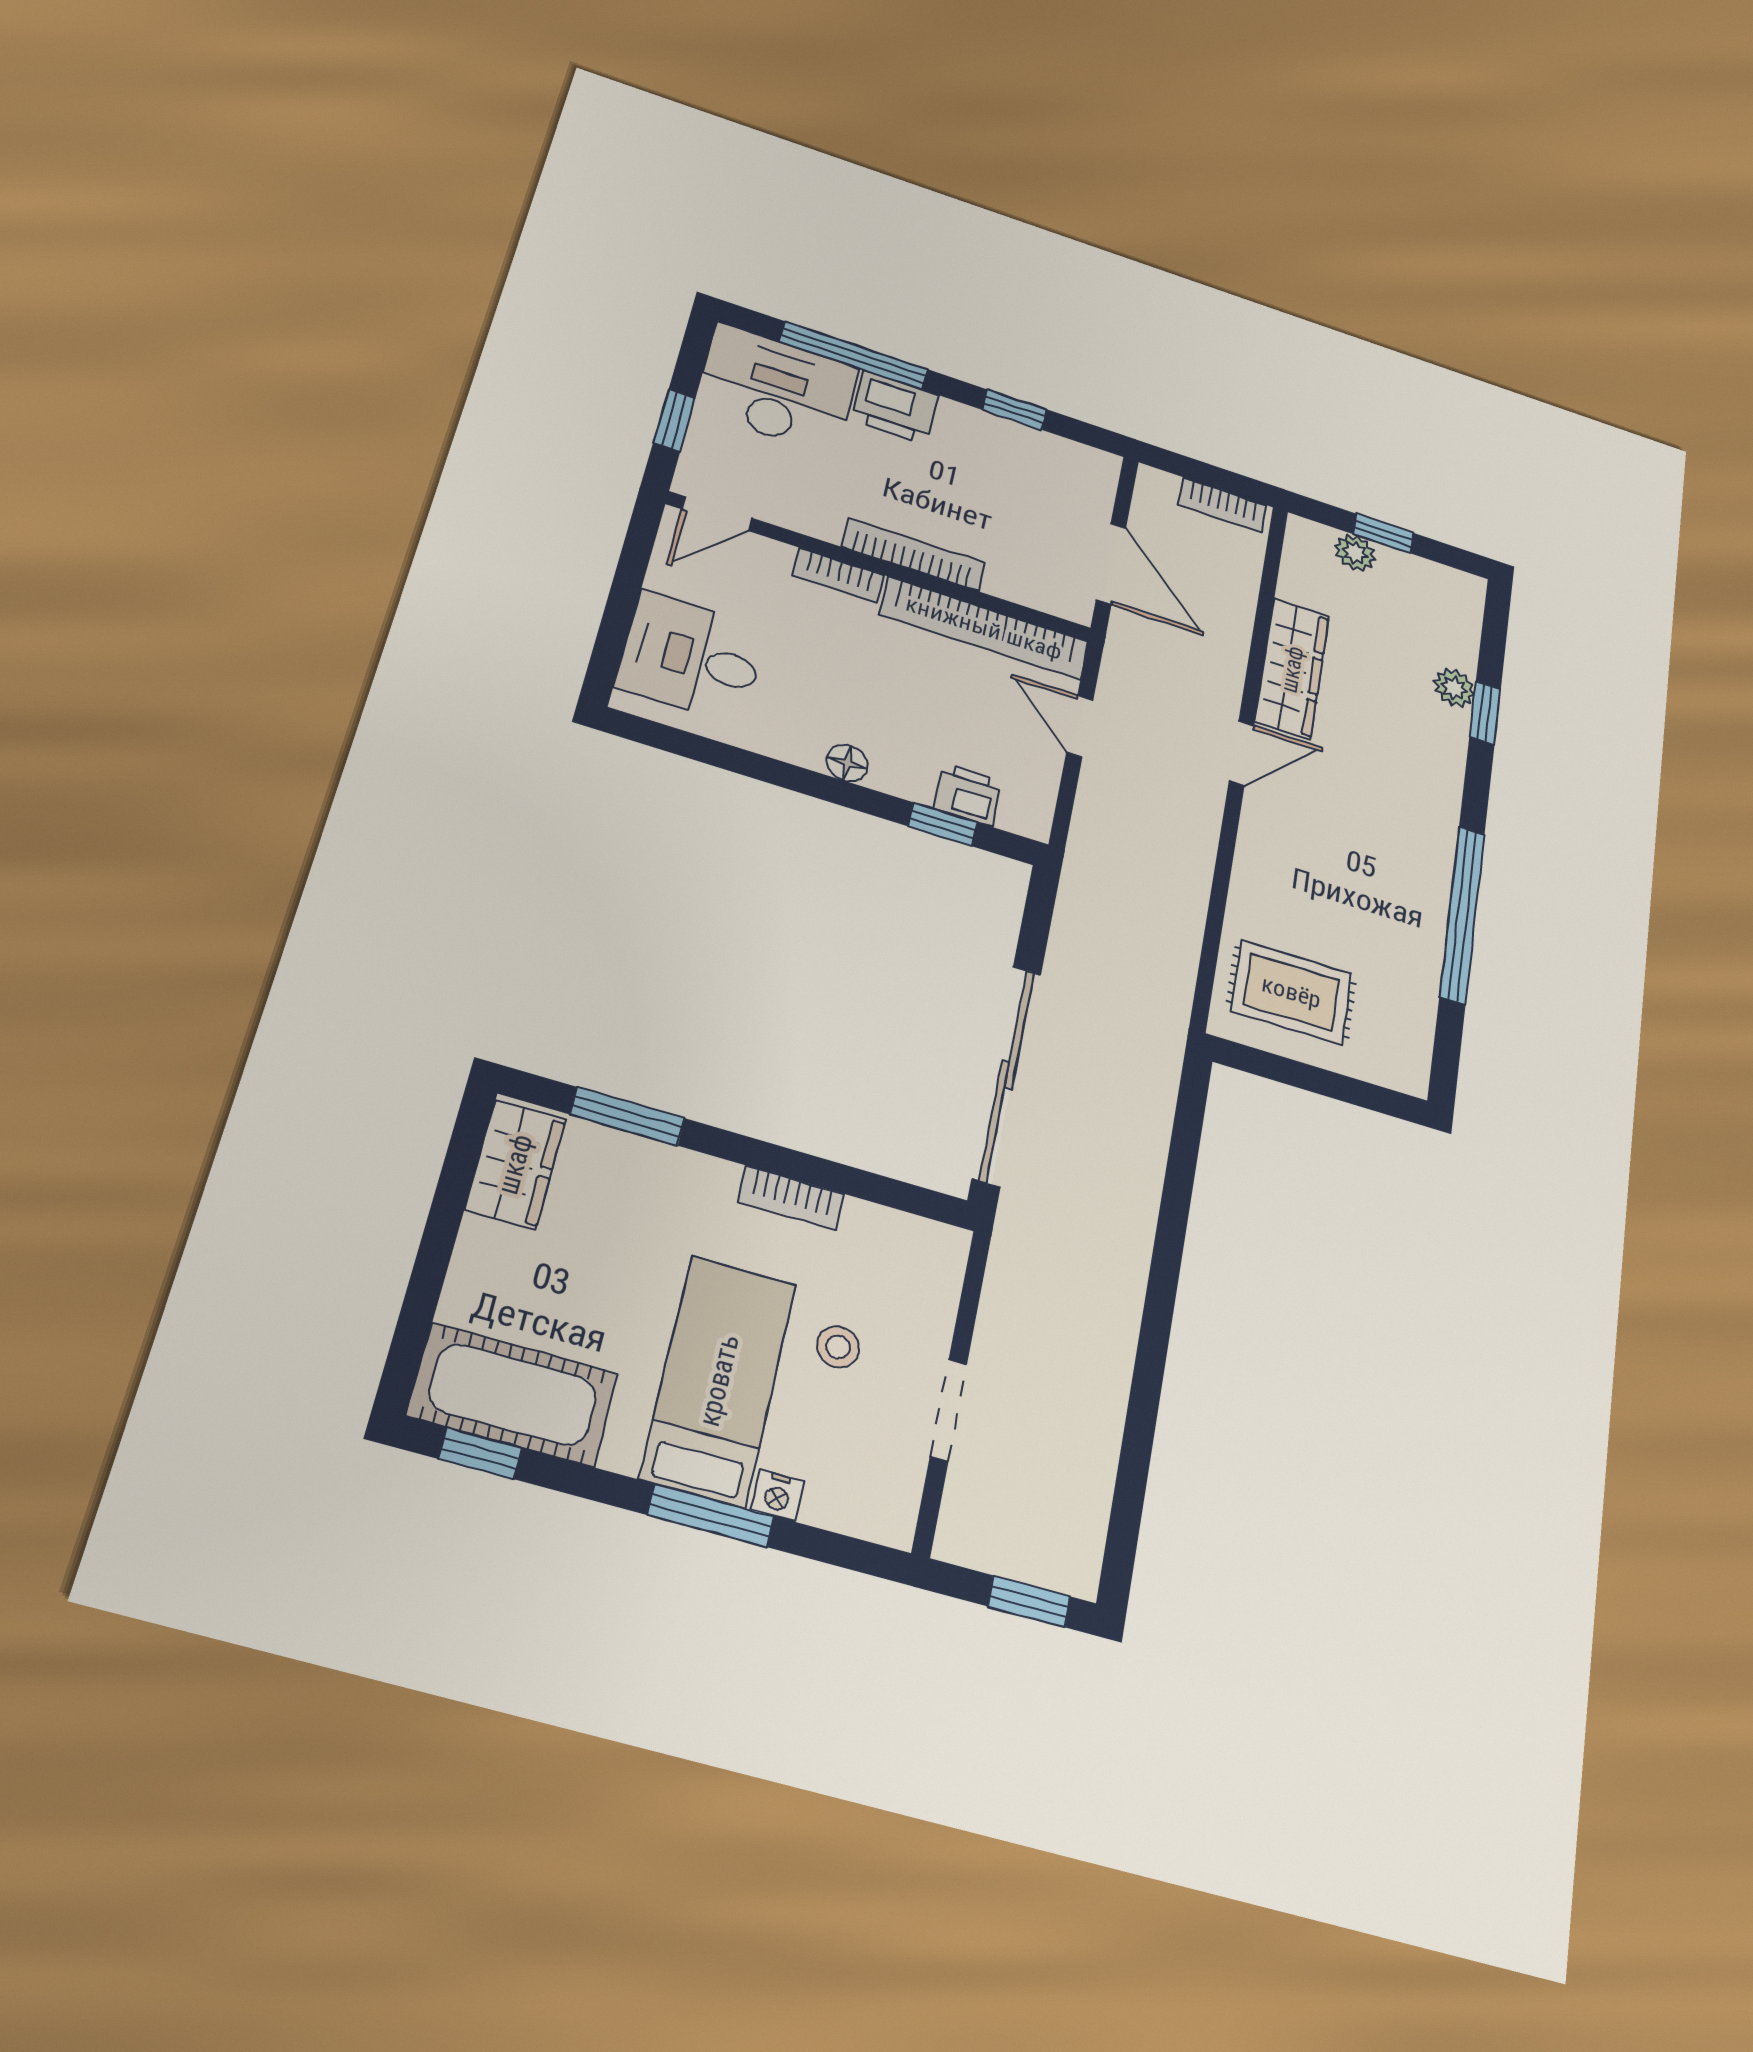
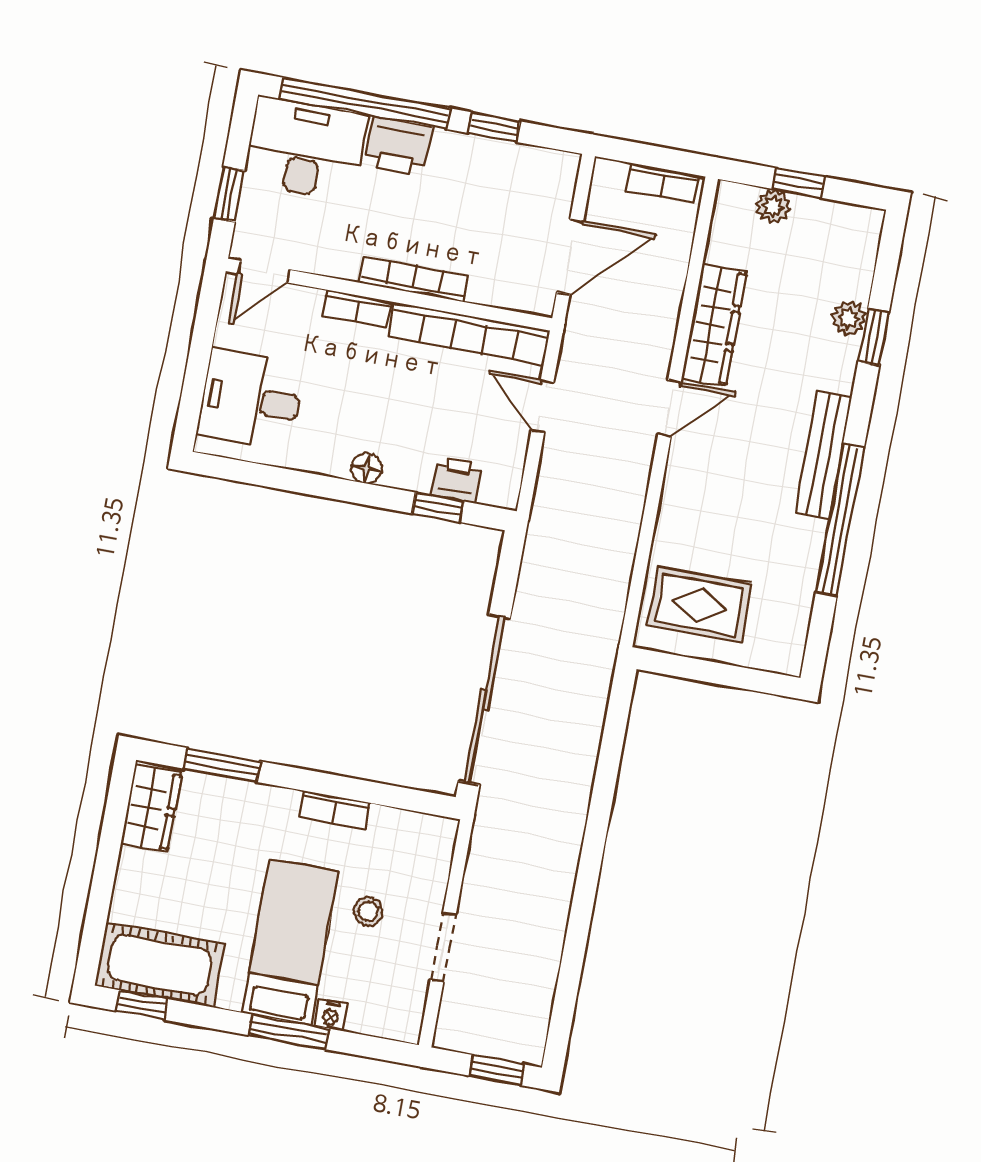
window: (854, 356) -> (365, 103), width x1.46
door: (1111, 564) -> (570, 257), hinge flipped
bench: (1436, 836) -> (824, 455), added

